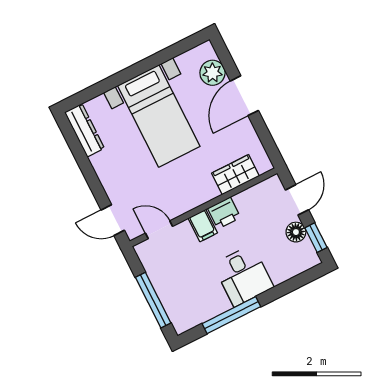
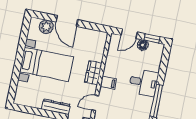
dresser: (84, 130) -> (56, 107), moved
wardrobe: (235, 175) -> (93, 73), moved
door: (297, 200) -> (129, 34), swing flipped
printer: (224, 213) -> (110, 69), removed

